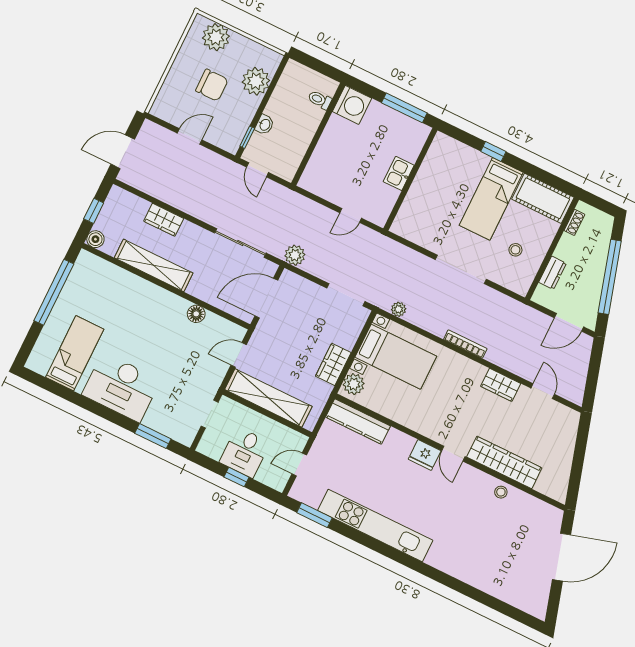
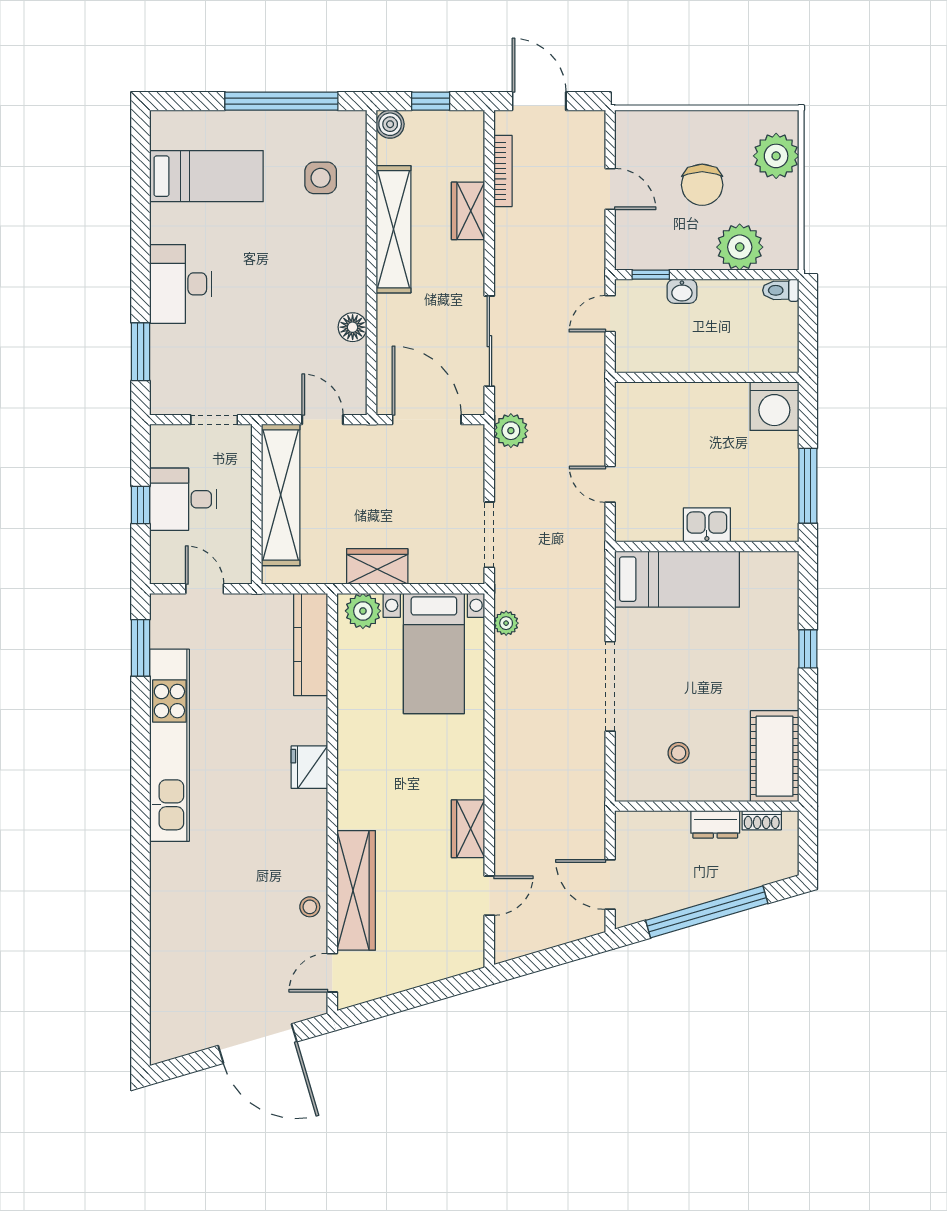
toilet: (320, 100) -> (781, 290), moved, turned -90
bed: (491, 199) -> (677, 579), moved, turned 180
dresser: (553, 273) -> (715, 824), moved
side table: (106, 291) -> (321, 178), added
bookcase: (465, 344) -> (503, 171), moved
desk: (121, 387) -> (181, 284), width x0.73, depth x0.77
door: (453, 454) -> (332, 973), moved

